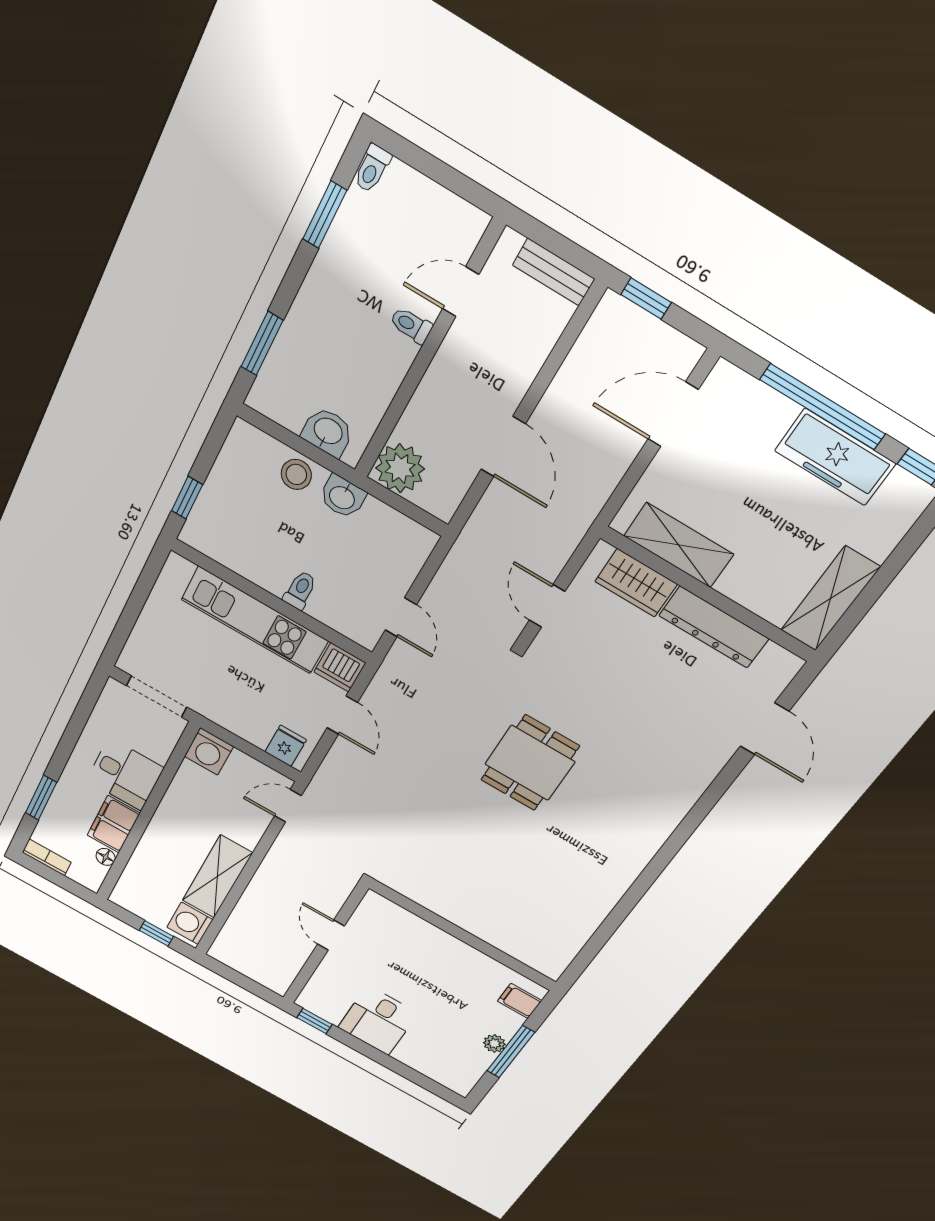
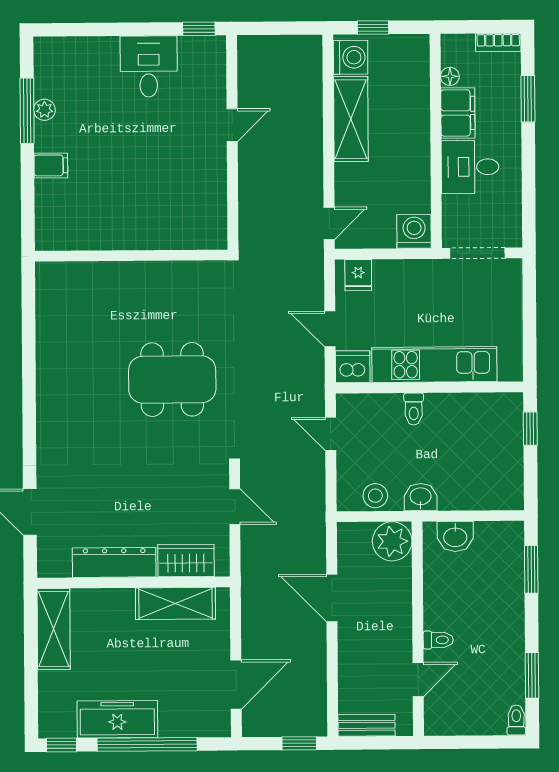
stool: (296, 474) -> (375, 496), moved
dining table: (530, 763) -> (172, 379), width x1.37
door: (331, 935) -> (232, 125), hinge flipped
wall: (463, 935) -> (131, 256), moved

